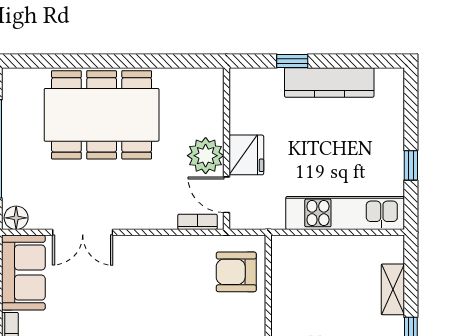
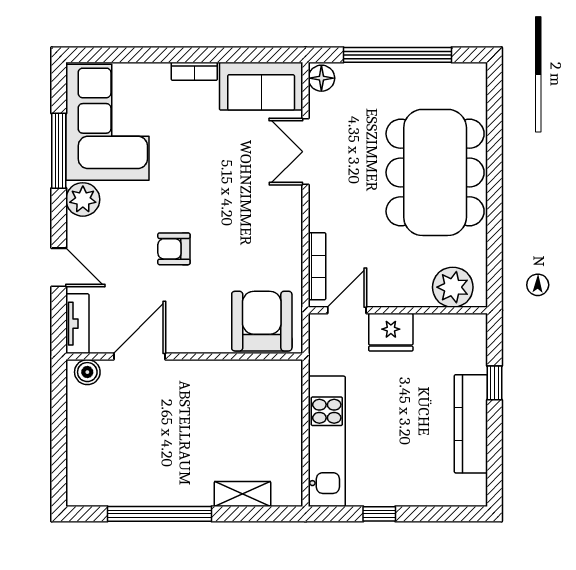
plant: (206, 156) -> (453, 287), moved
bookcase: (197, 222) -> (317, 266), width x1.56
armchair: (236, 272) -> (262, 321), width x1.36, depth x1.36

